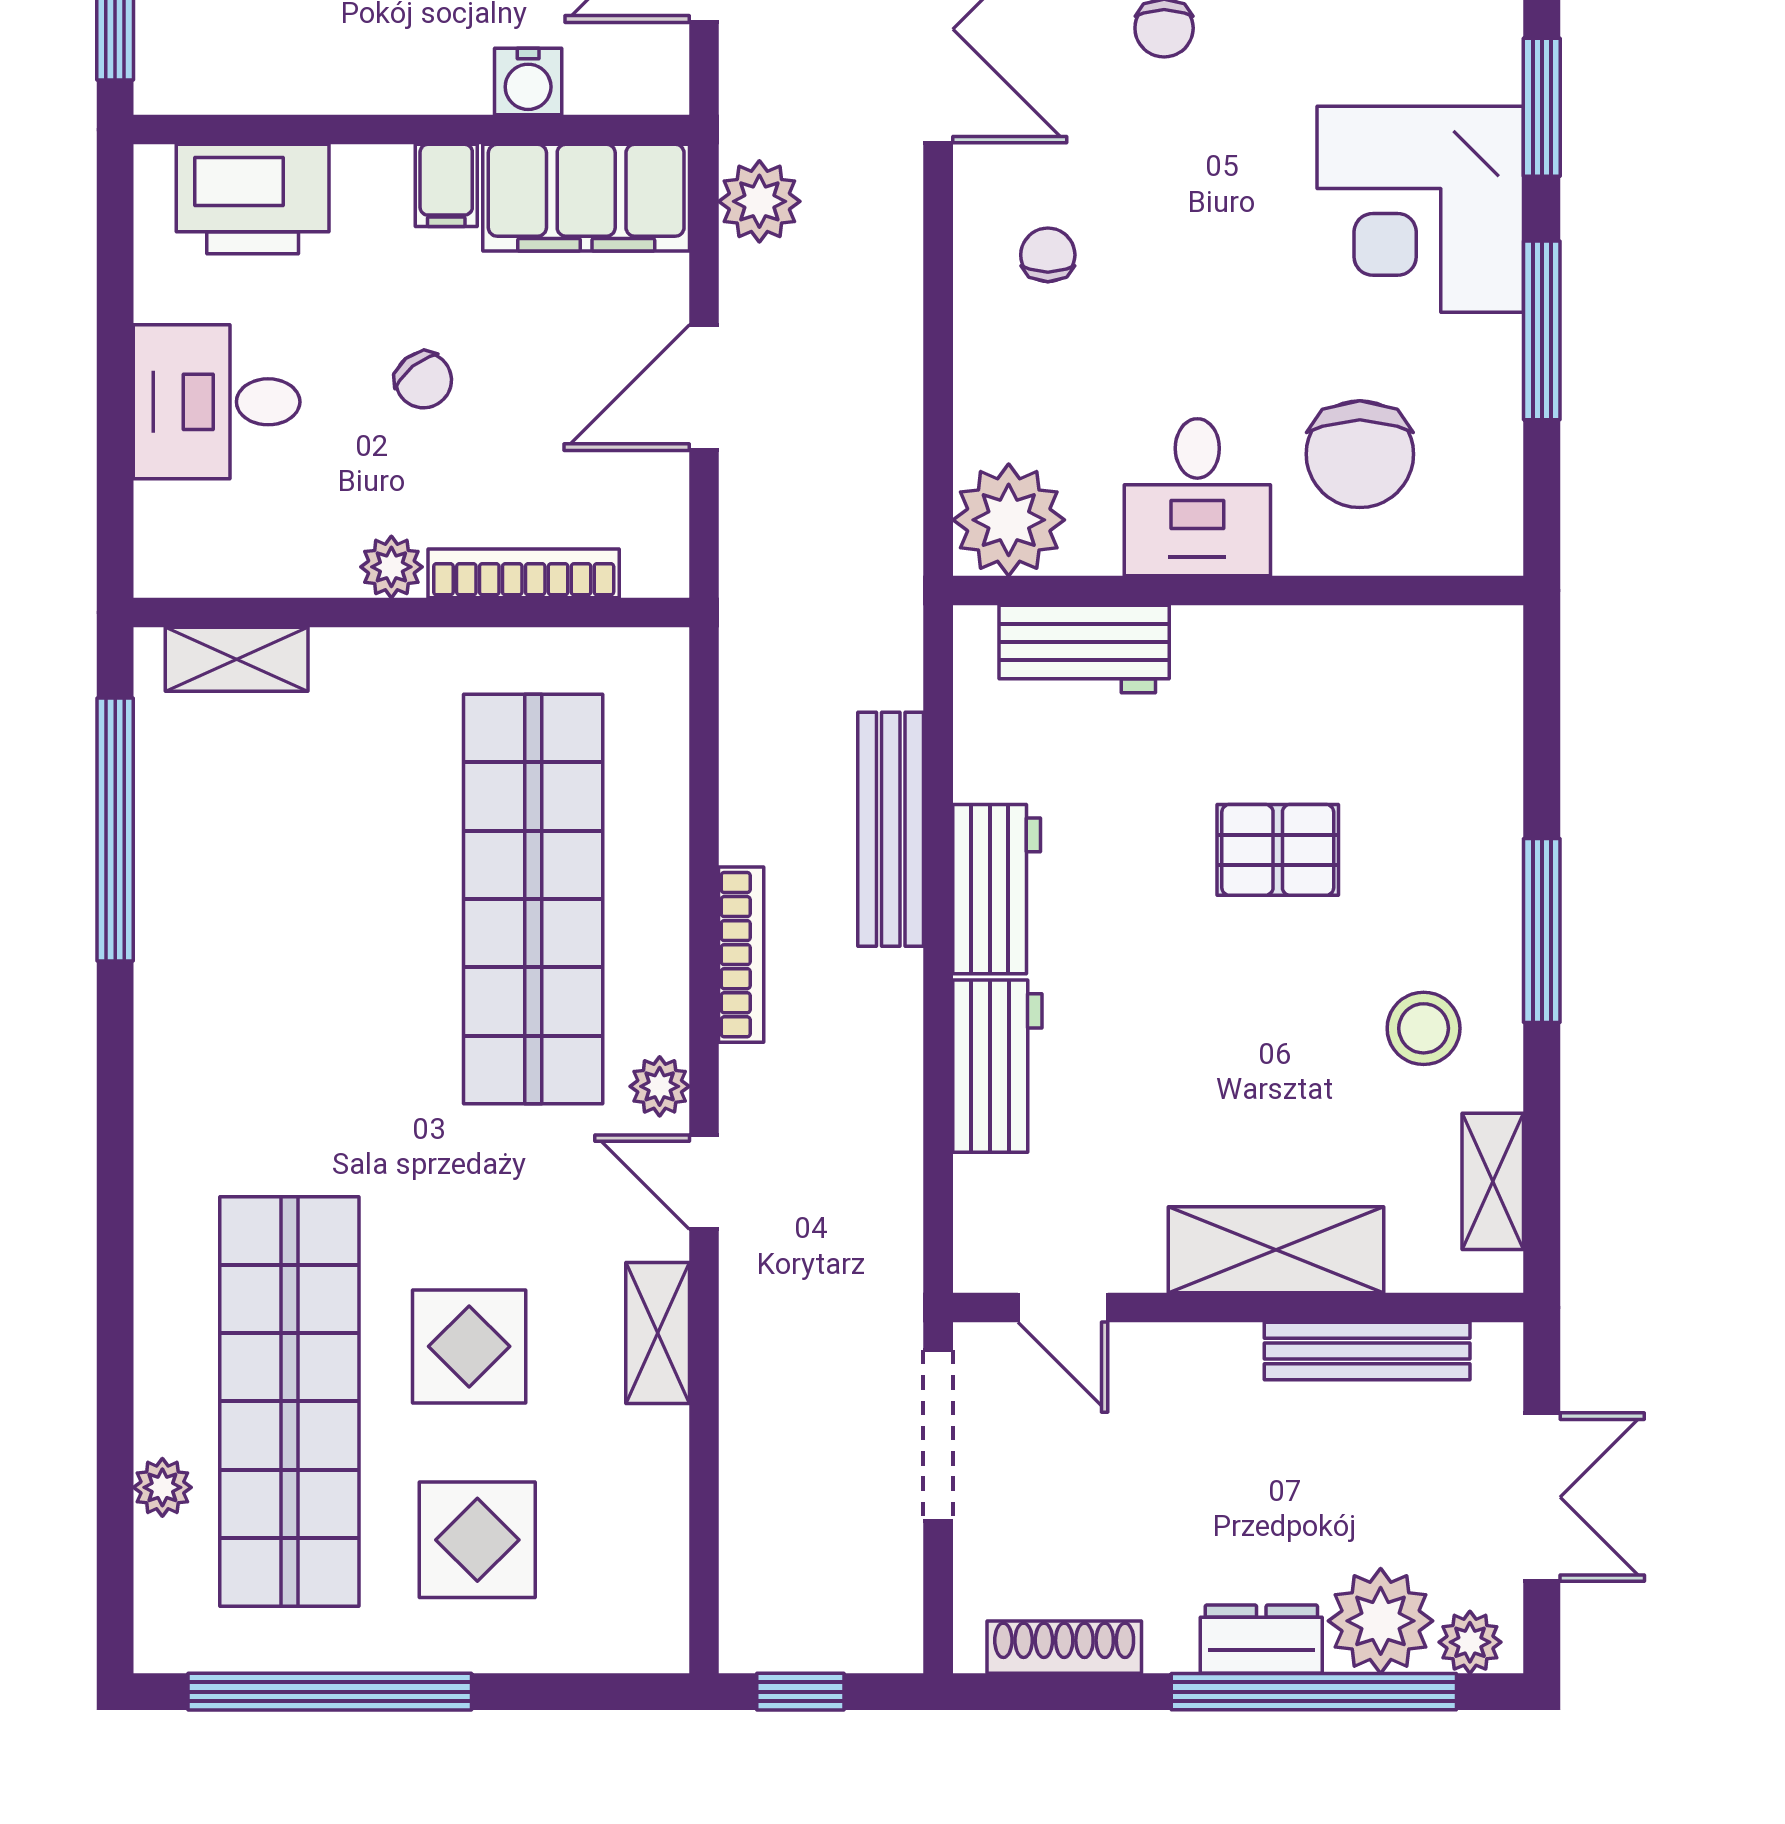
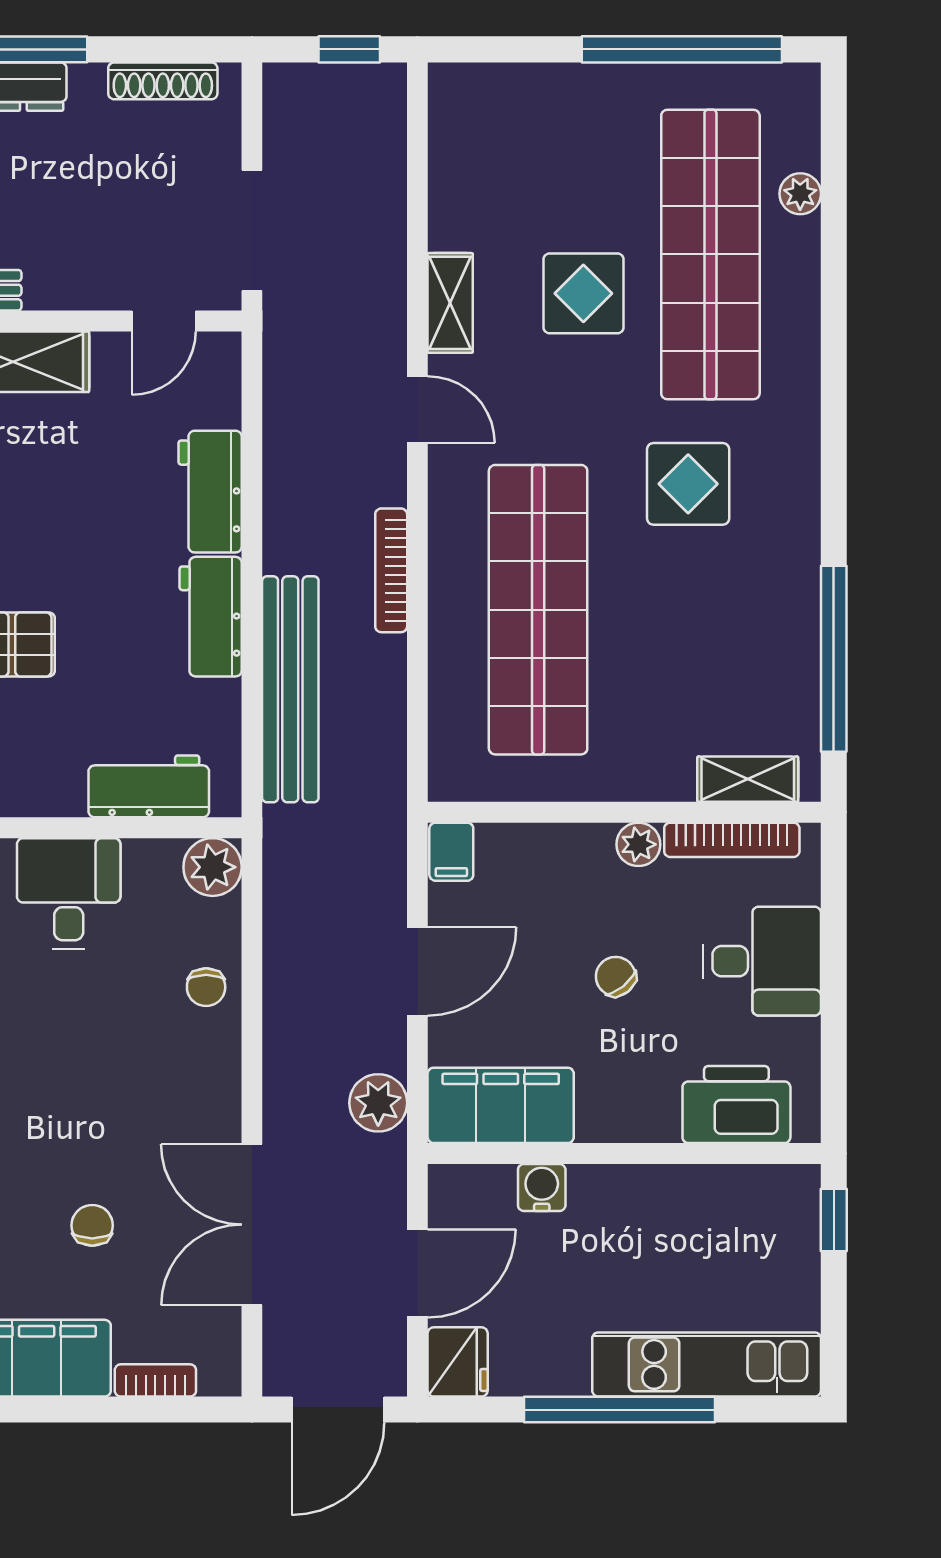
filing cabinet: (446, 185) -> (451, 852), moved, turned 180
chair: (1048, 255) -> (206, 987), moved
plant: (1009, 520) -> (213, 867), width x0.73, depth x0.73
bookcase: (524, 573) -> (732, 840), moved
bench: (891, 829) -> (290, 689), width x1.37, depth x1.21
plant: (660, 1086) -> (449, 477), removed
door: (1063, 1308) -> (164, 321), swing flipped
display table: (477, 1540) -> (688, 484), moved

